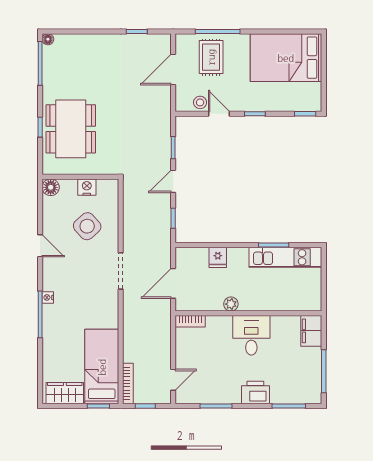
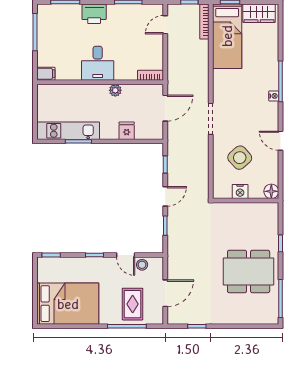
floor lamp: (48, 39) -> (274, 319), removed
dining table: (71, 129) -> (249, 271), moved, turned 90
filing cabinet: (311, 331) -> (46, 74), width x0.50

